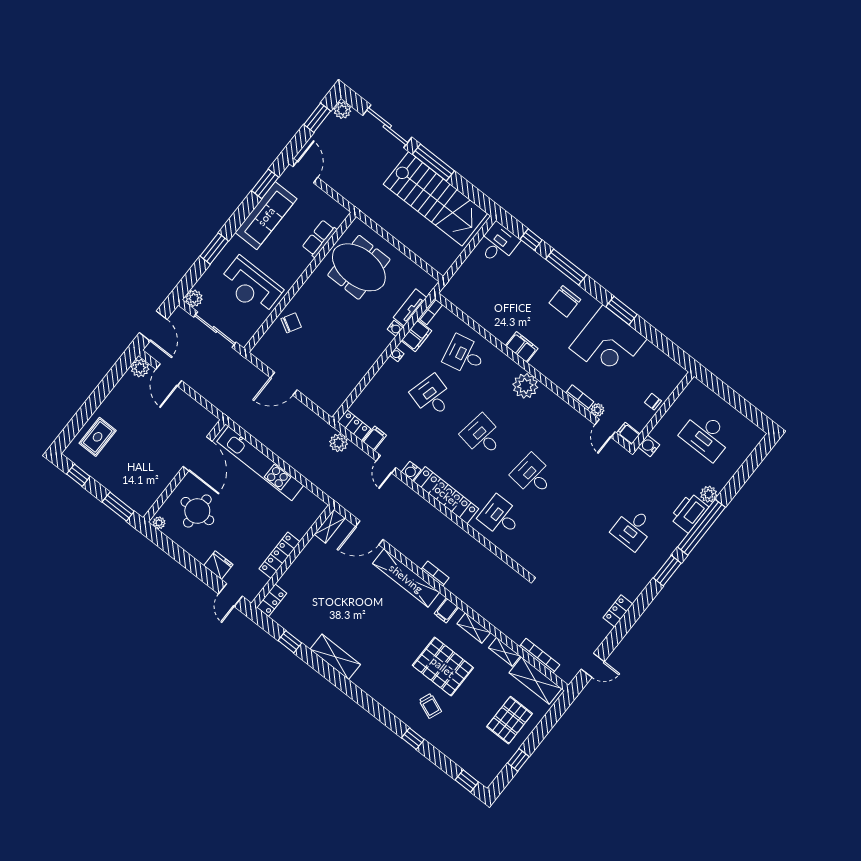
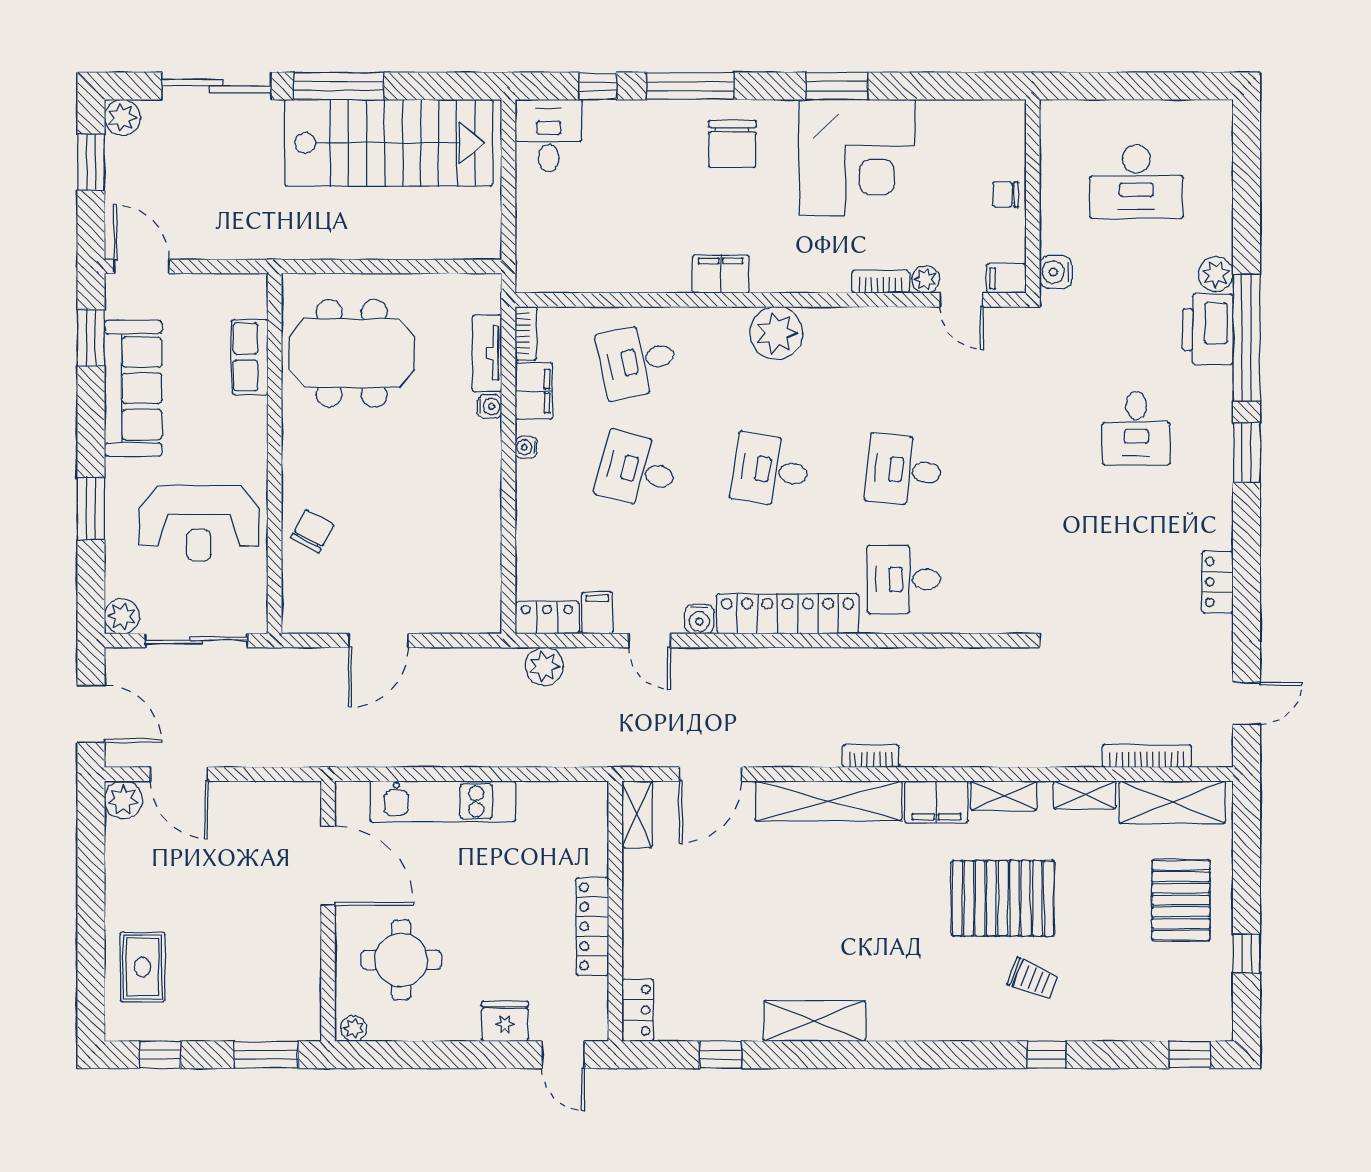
kitchen unit: (260, 463) -> (443, 801), width x0.73
filing cabinet: (446, 610) -> (936, 802), width x2.00

